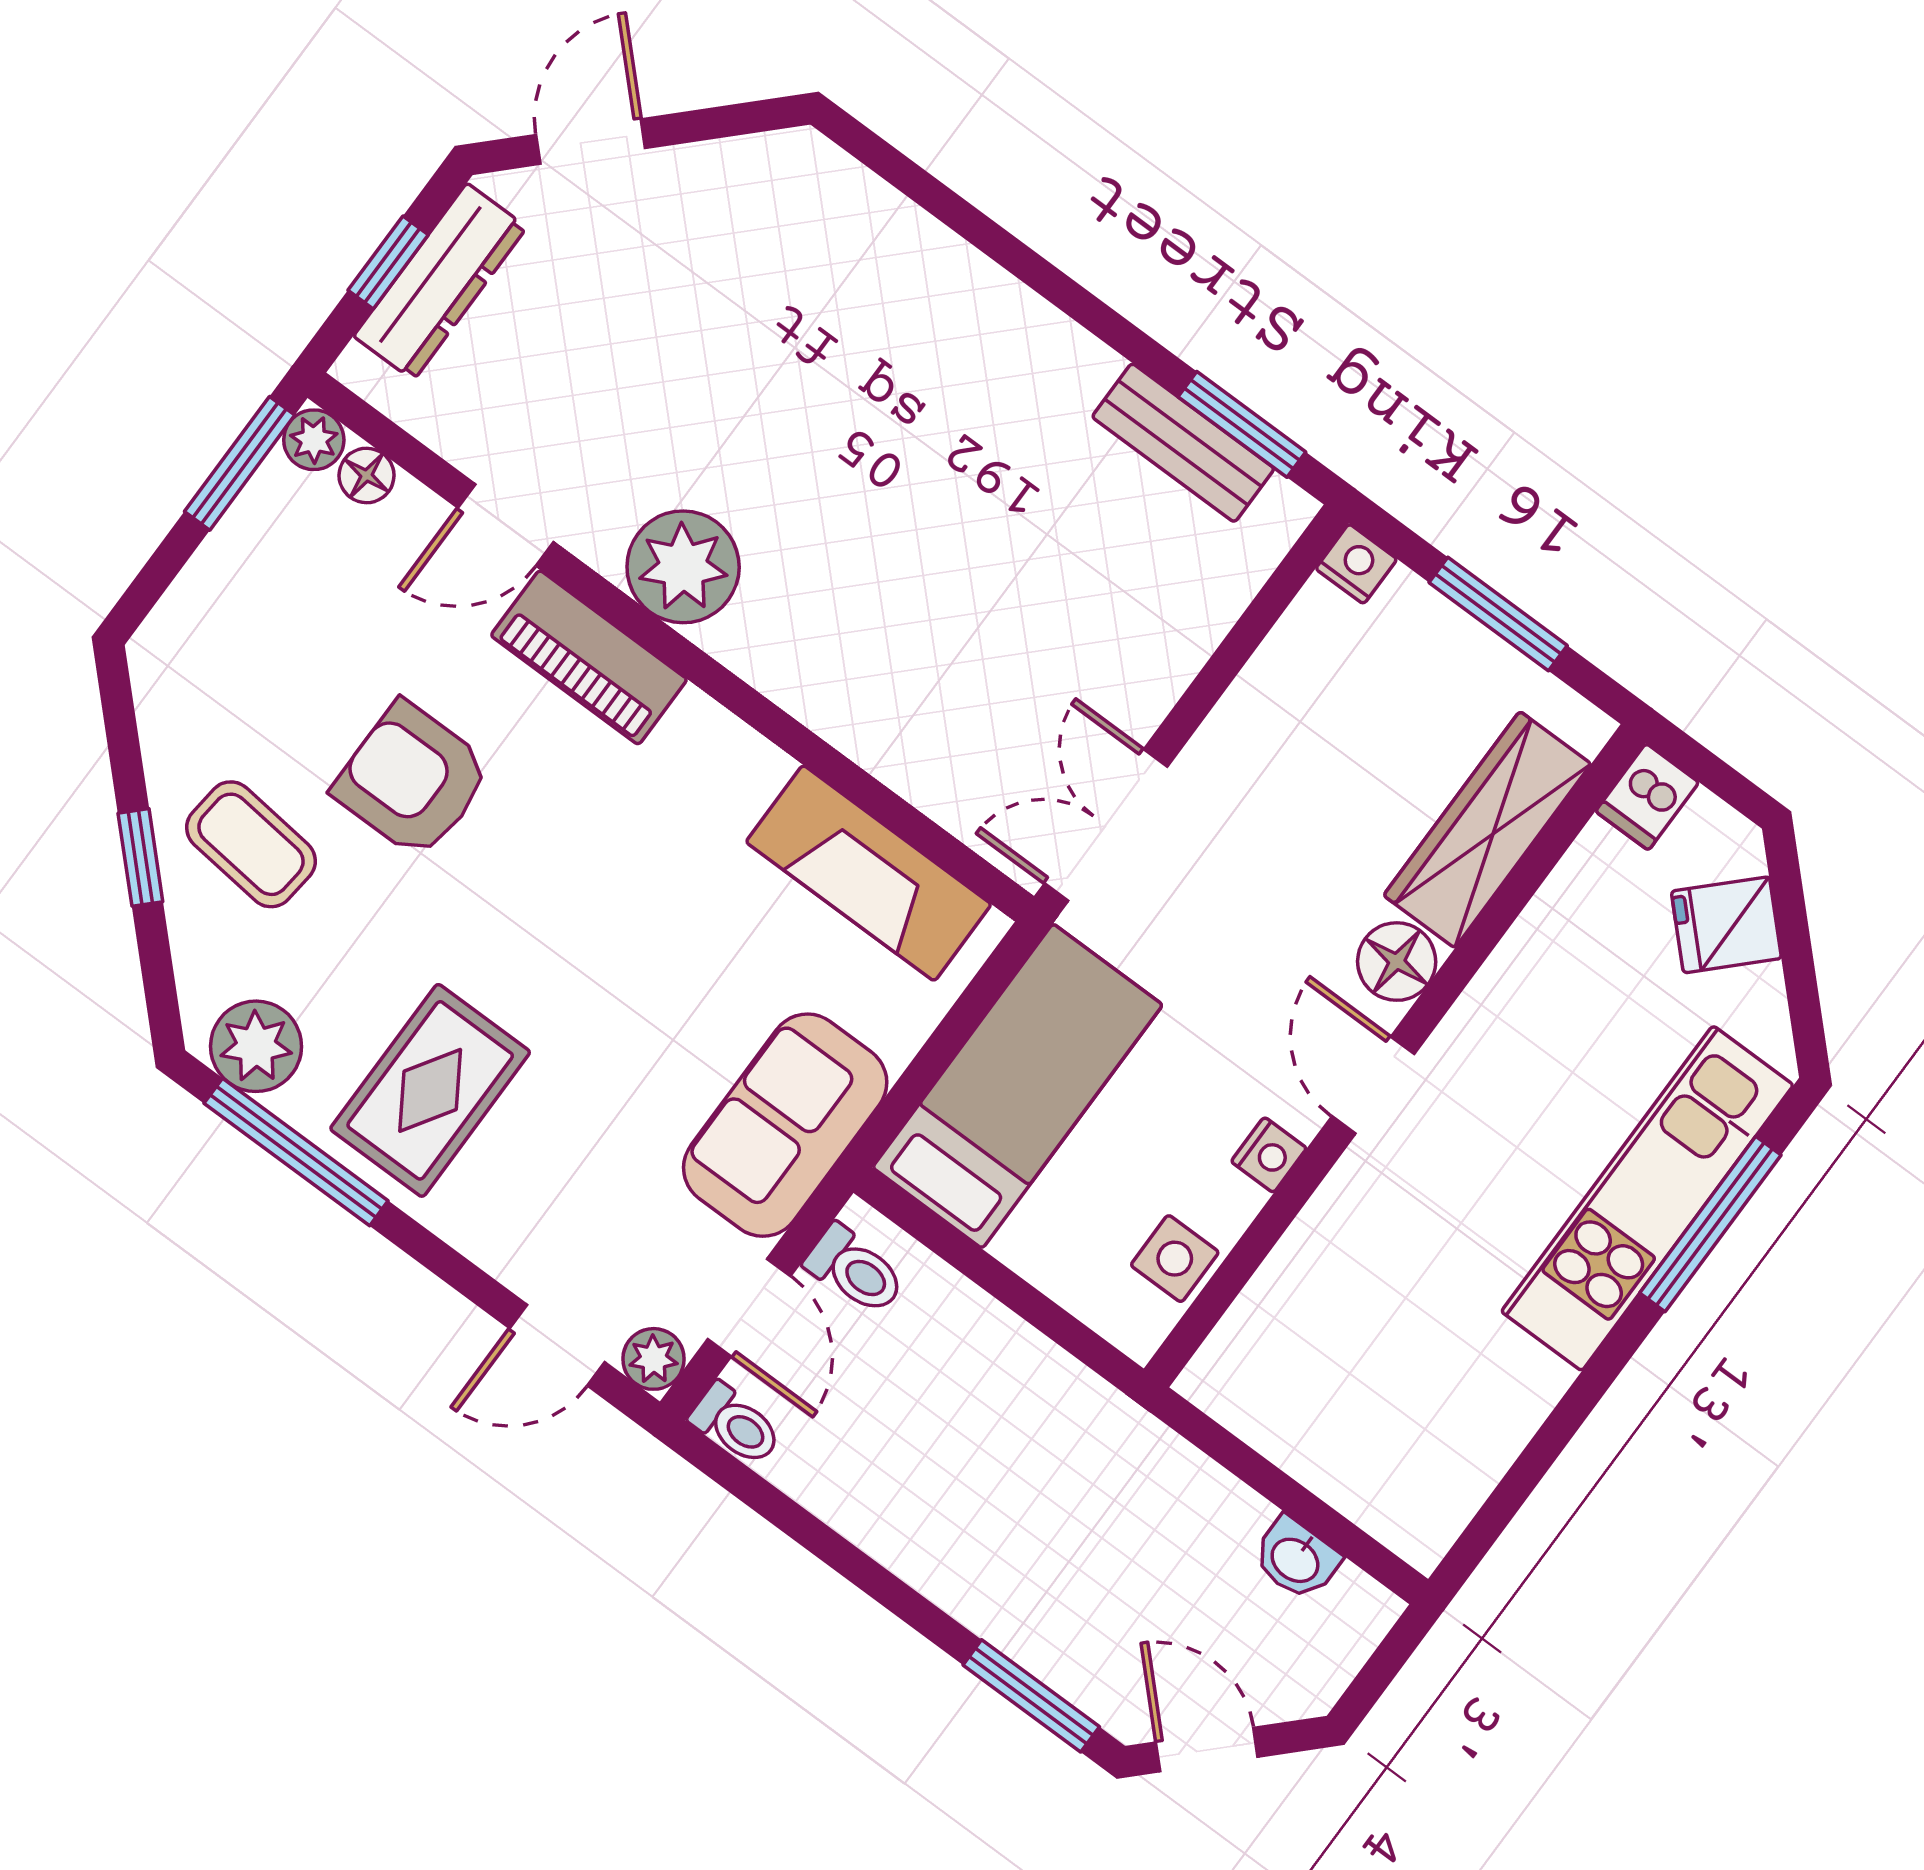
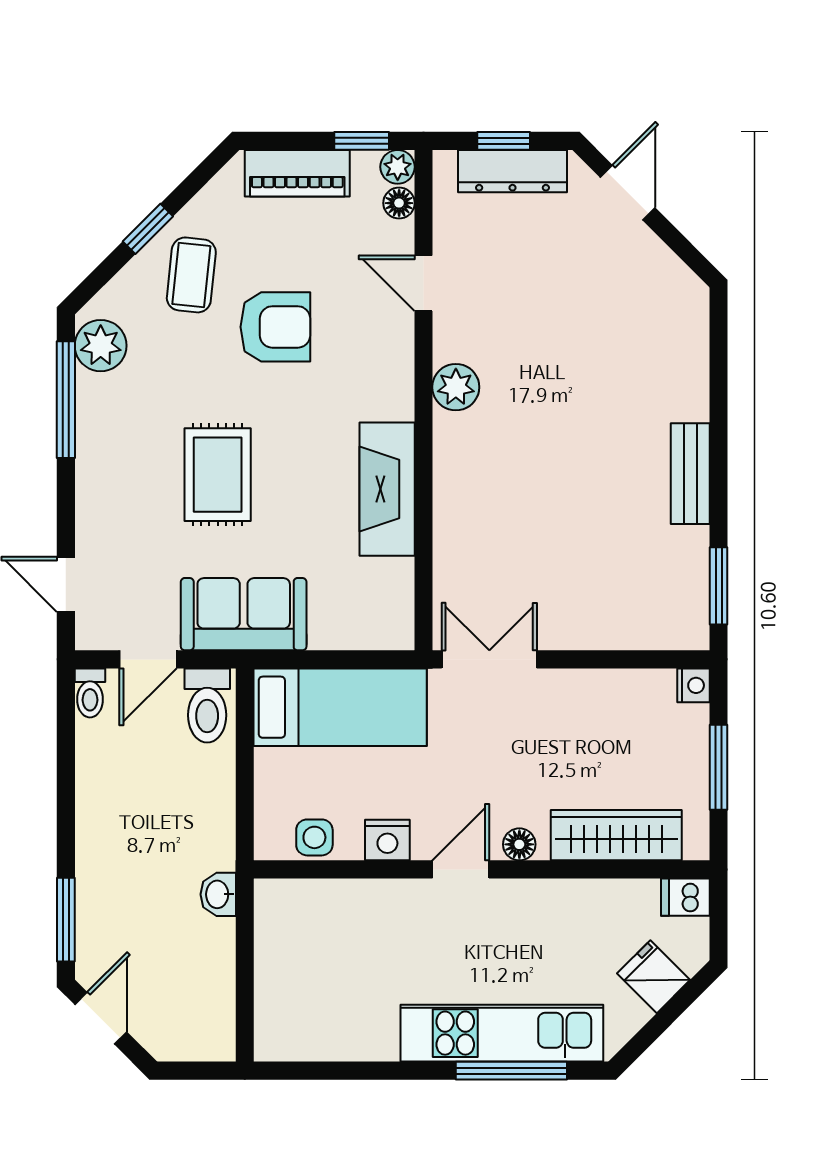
door: (591, 142) -> (628, 193), hinge flipped
bench: (1183, 443) -> (690, 474), moved
window: (240, 463) -> (362, 141), width x0.67
plant: (683, 567) -> (456, 387), width x0.73, depth x0.73
piano: (589, 657) -> (297, 173), moved, turned -90
armchair: (412, 780) -> (275, 327), turned 90
fireplace: (869, 873) -> (387, 489), moved
floor lamp: (1397, 962) -> (519, 844), width x0.73, depth x0.73
rug: (430, 1090) -> (218, 475), moved, turned 90
nightstand: (1269, 1155) -> (387, 840), width x1.39, depth x1.35
toilet: (855, 1270) -> (207, 706), width x1.37, depth x1.39
plant: (654, 1359) -> (92, 633), removed
washbasin: (1296, 1559) -> (218, 894), moved

